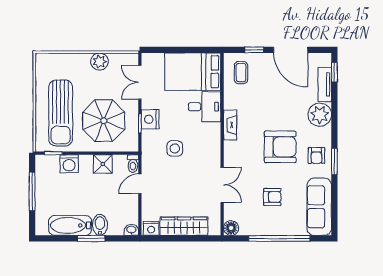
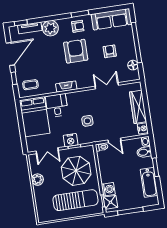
shower: (103, 164) -> (110, 202), moved
bidet: (100, 225) -> (144, 152), moved
floor lamp: (231, 228) -> (133, 65), moved

